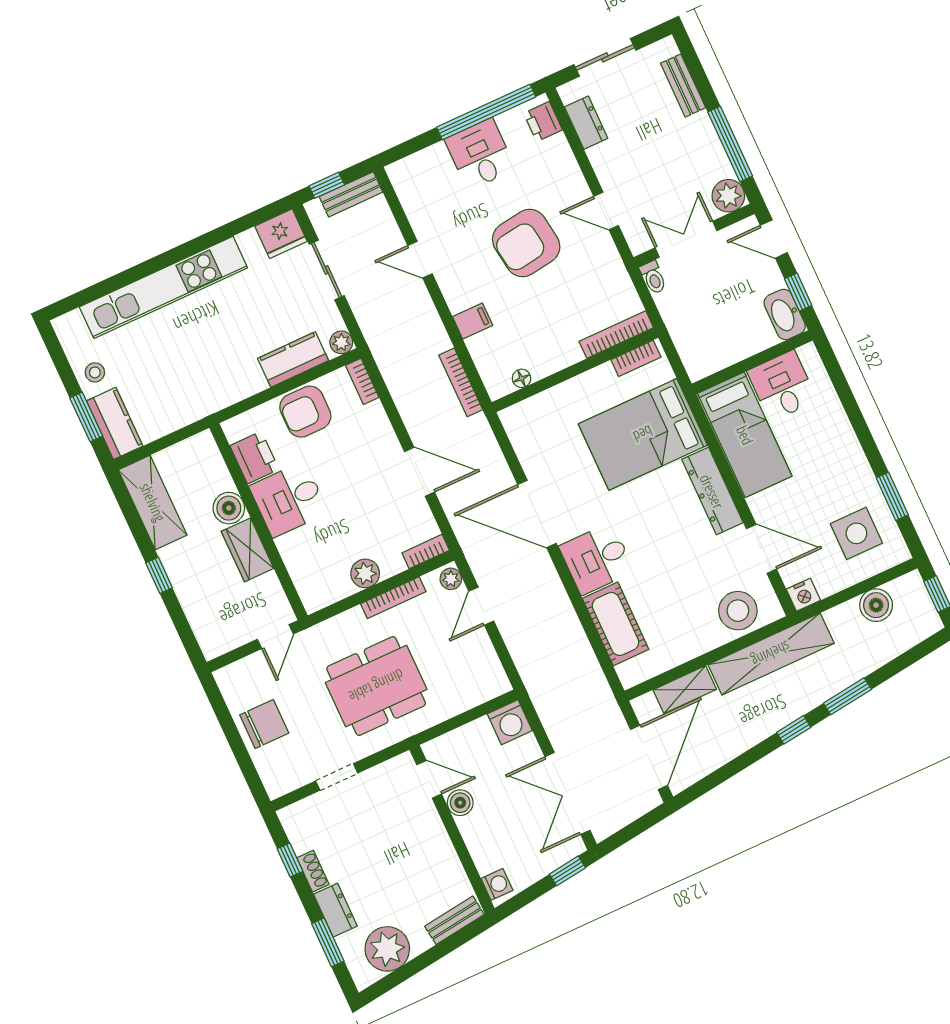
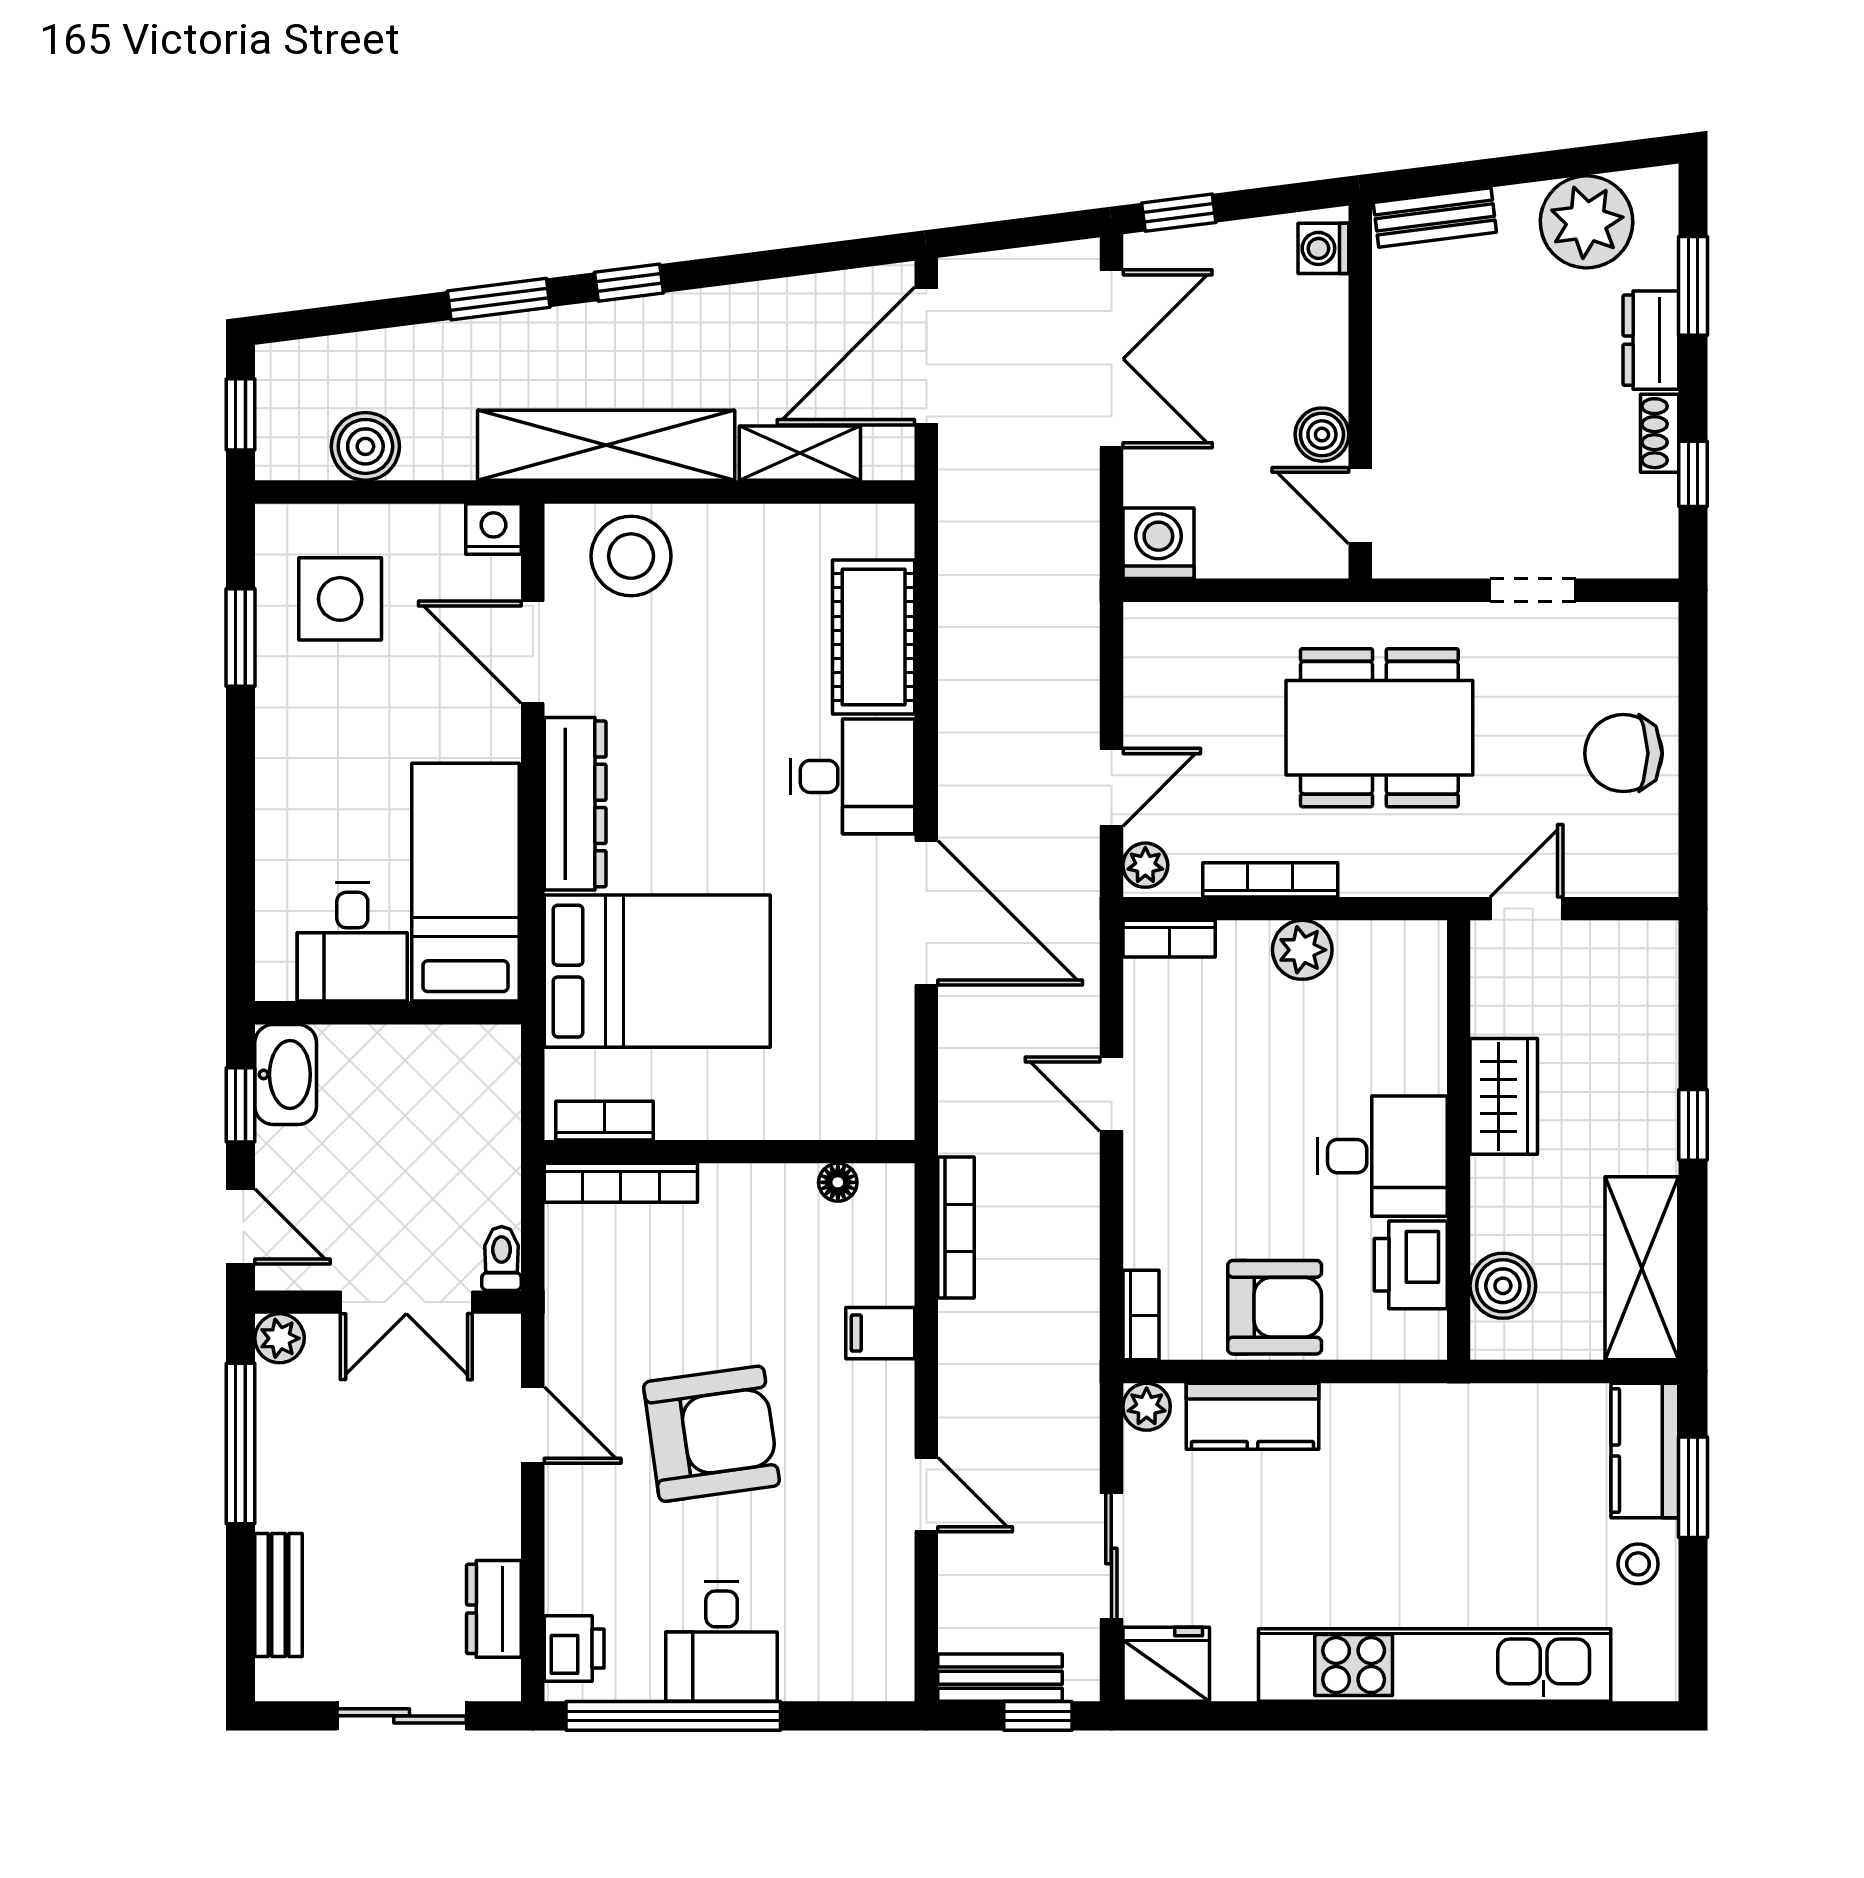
plant: (728, 196) -> (280, 1338), width x0.73, depth x0.73
door: (420, 472) -> (1111, 1094), width x0.73
boiler: (229, 508) -> (1503, 1286), moved

